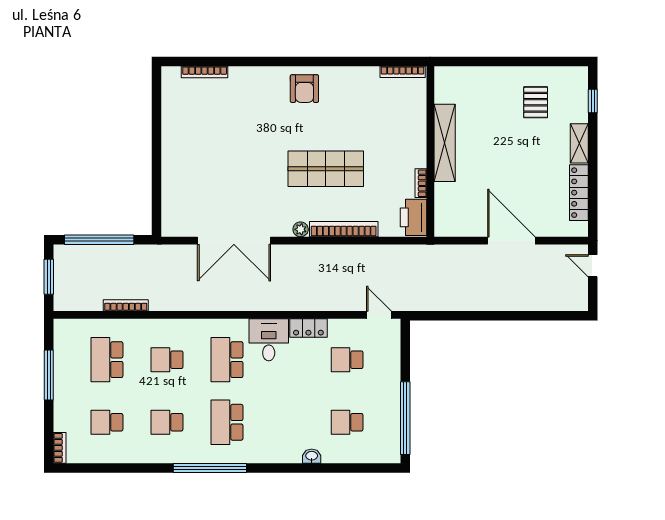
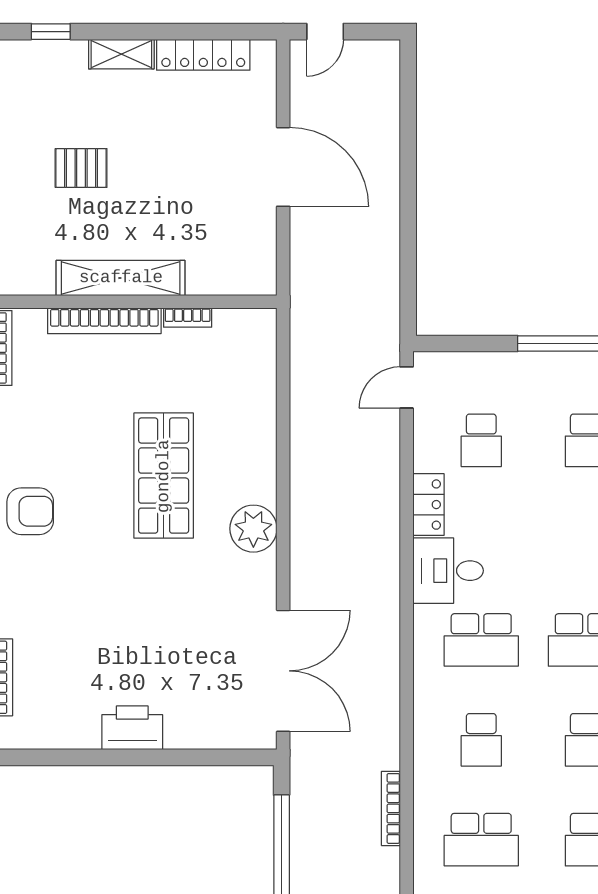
pallet: (536, 102) -> (81, 168), moved
printer: (413, 217) -> (132, 728), moved, turned 180
plant: (301, 229) -> (253, 529), width x1.88, depth x1.88
bookcase: (344, 229) -> (104, 321), moved, turned -90
double door: (234, 241) -> (283, 671), moved
door: (511, 241) -> (283, 167), swing flipped

